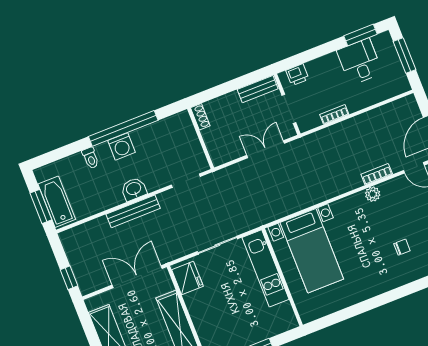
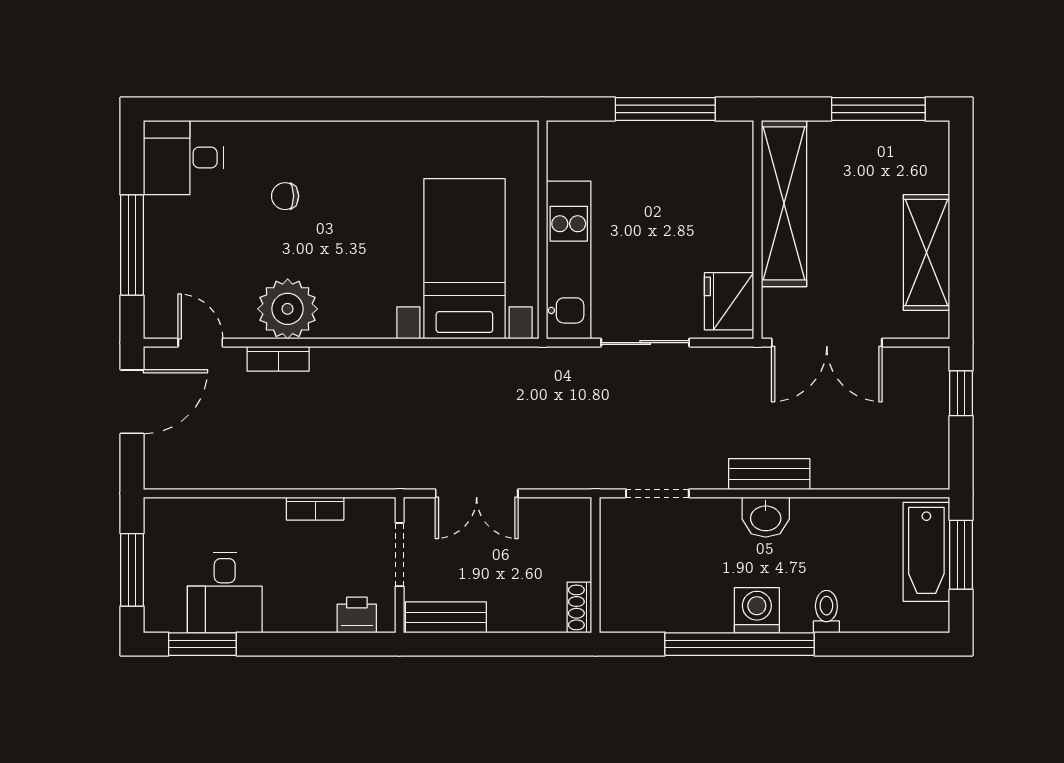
plant: (373, 194) -> (288, 309), width x1.88, depth x1.88
bench: (133, 211) -> (769, 474), width x0.73

